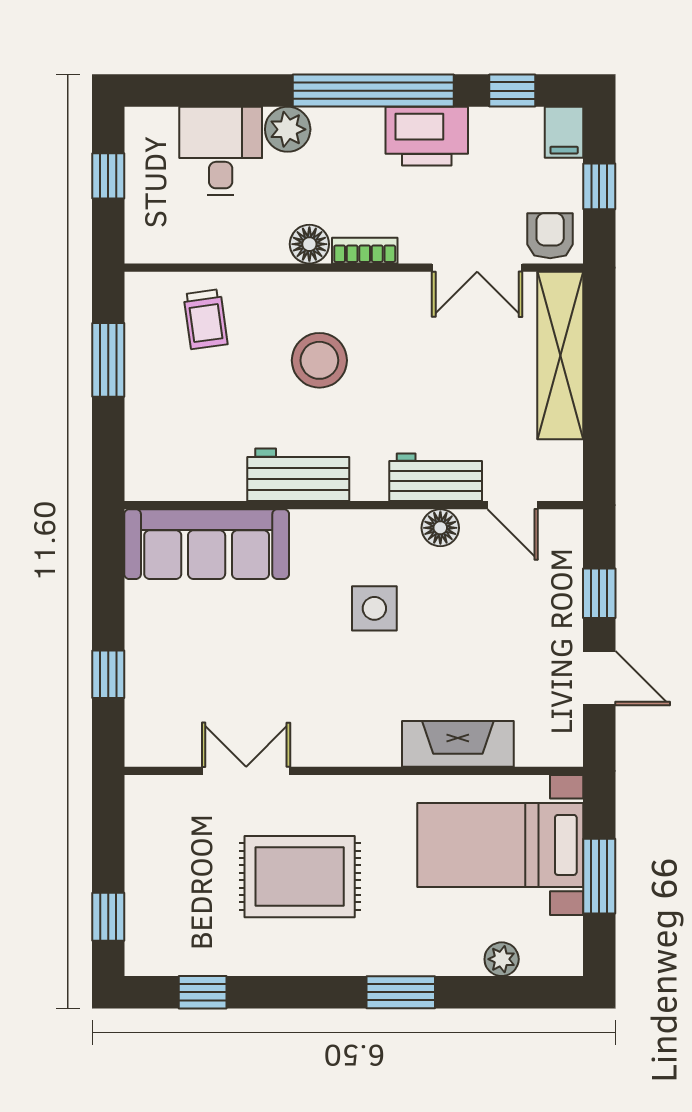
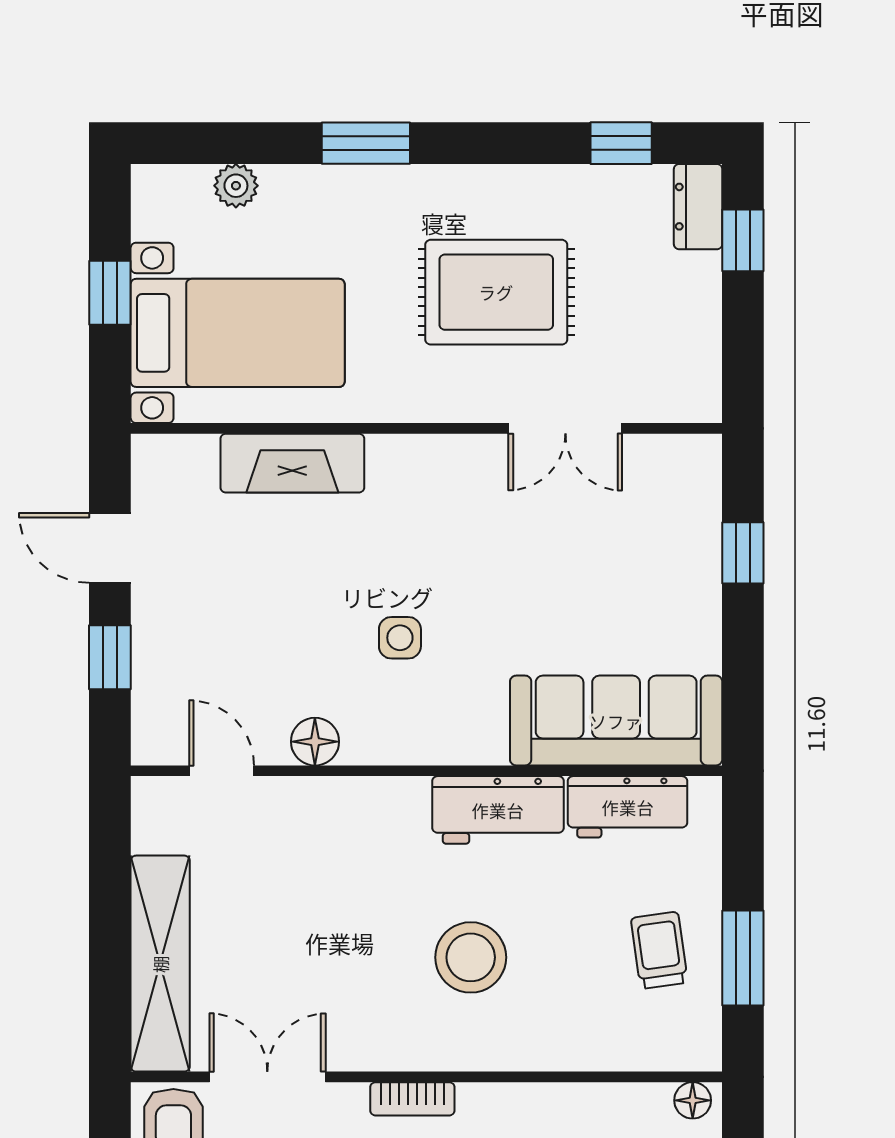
floor lamp: (309, 244) -> (693, 1100), moved, width x0.73, depth x0.73
trolley: (205, 319) -> (659, 950), moved
workbench: (436, 477) -> (628, 807), moved
side table: (374, 608) -> (400, 638), width x0.73, depth x0.73
window: (599, 876) -> (110, 293), width x0.67
dresser: (143, 943) -> (698, 207), added

